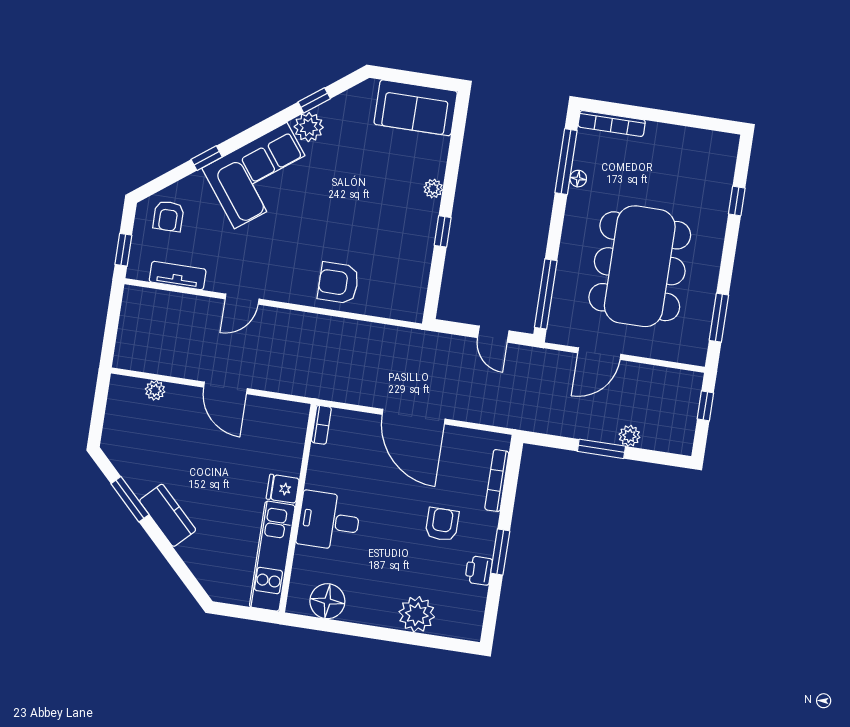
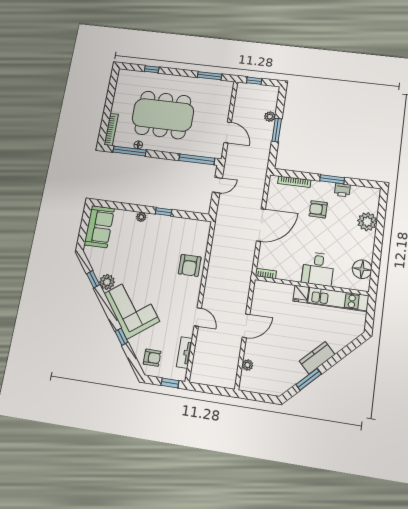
dining table: (640, 266) -> (163, 115), moved

